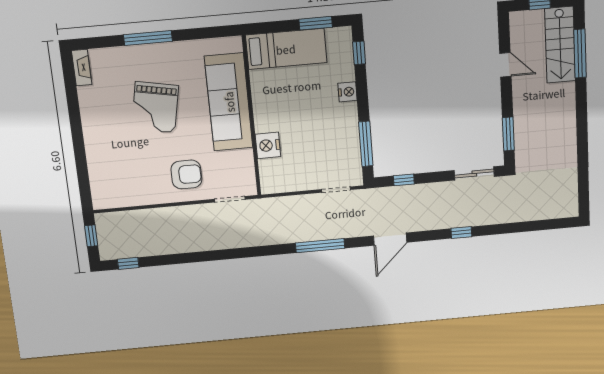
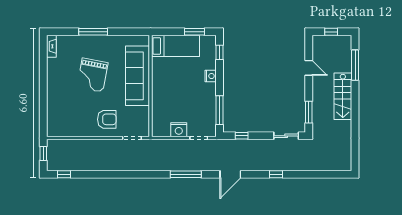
stairs: (560, 45) -> (343, 96), moved
nightstand: (268, 145) -> (179, 130), moved, turned -90

